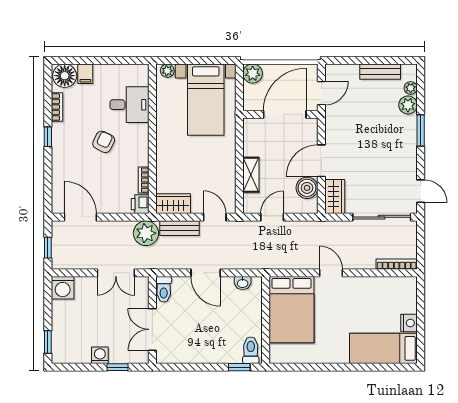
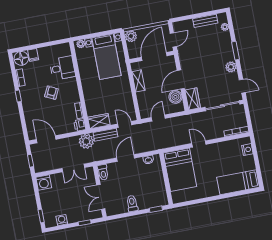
plant: (408, 105) -> (231, 67), moved
shelving: (251, 175) -> (138, 81), moved
door: (206, 273) -> (126, 158), swing flipped
nightstand: (409, 323) -> (247, 150), moved
toilet: (251, 350) -> (132, 204), moved
washing machine: (100, 355) -> (62, 220), moved

